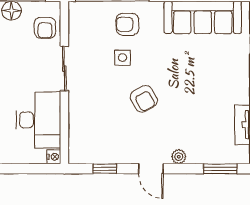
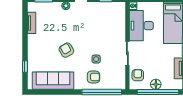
armchair: (144, 99) -> (66, 50), moved

